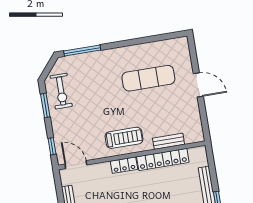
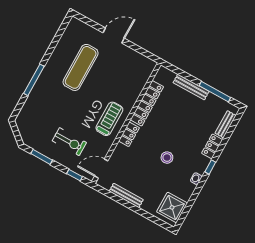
window: (82, 51) -> (34, 80), moved
exercise bike: (61, 91) -> (69, 142), moved
bench: (169, 141) -> (137, 89), removed

